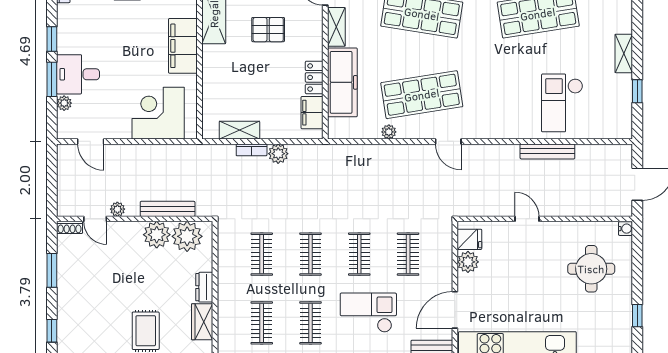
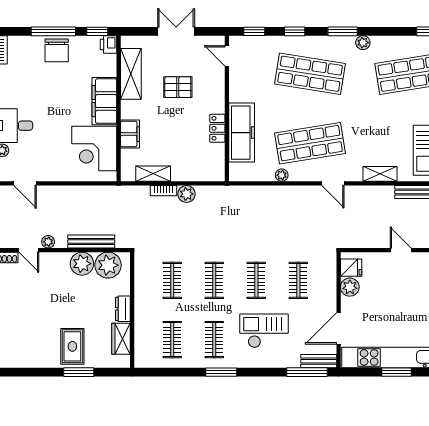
shelving: (336, 27) -> (380, 174), moved, turned 90
corner desk: (158, 113) -> (94, 148), moved, turned -90
filing cabinet: (312, 113) -> (130, 134), moved, turned 180

